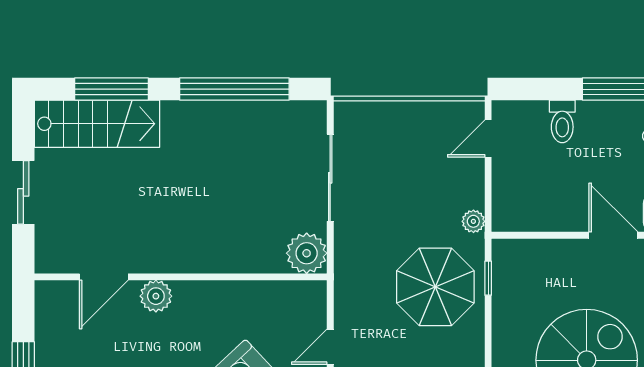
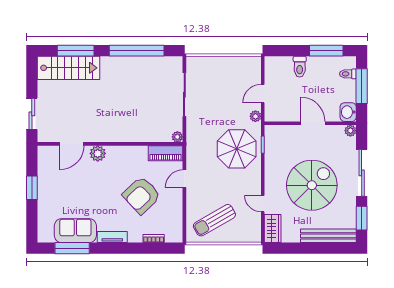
door: (488, 138) -> (263, 94), moved
sliding door: (23, 192) -> (32, 114), moved
door: (613, 235) -> (313, 123), moved
plant: (307, 253) -> (177, 137), width x0.53, depth x0.53
piano: (292, 296) -> (166, 153), added

